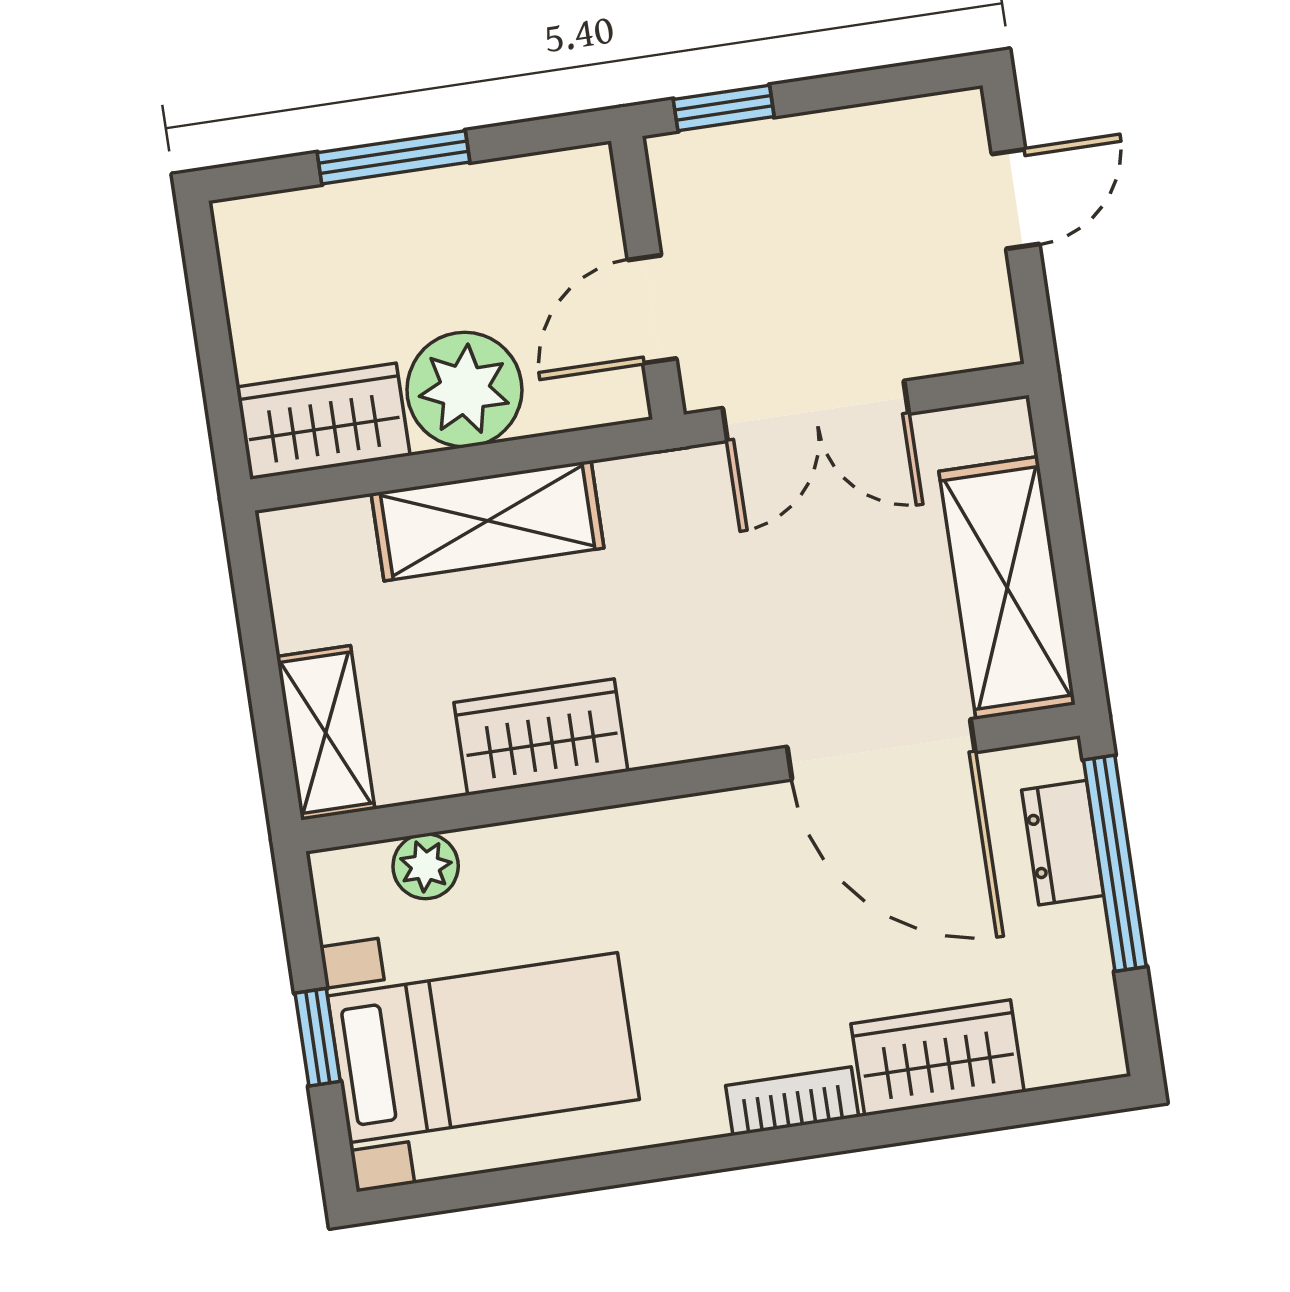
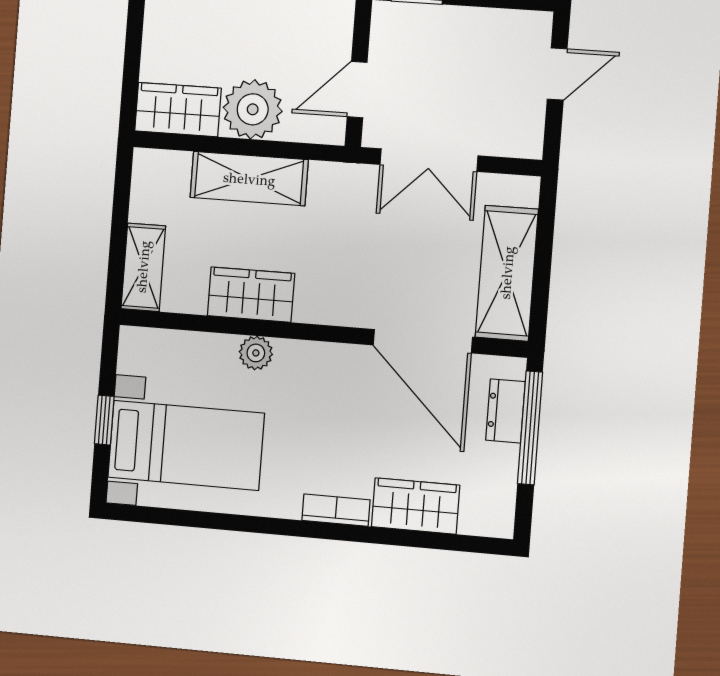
plant: (426, 866) -> (256, 353), moved

